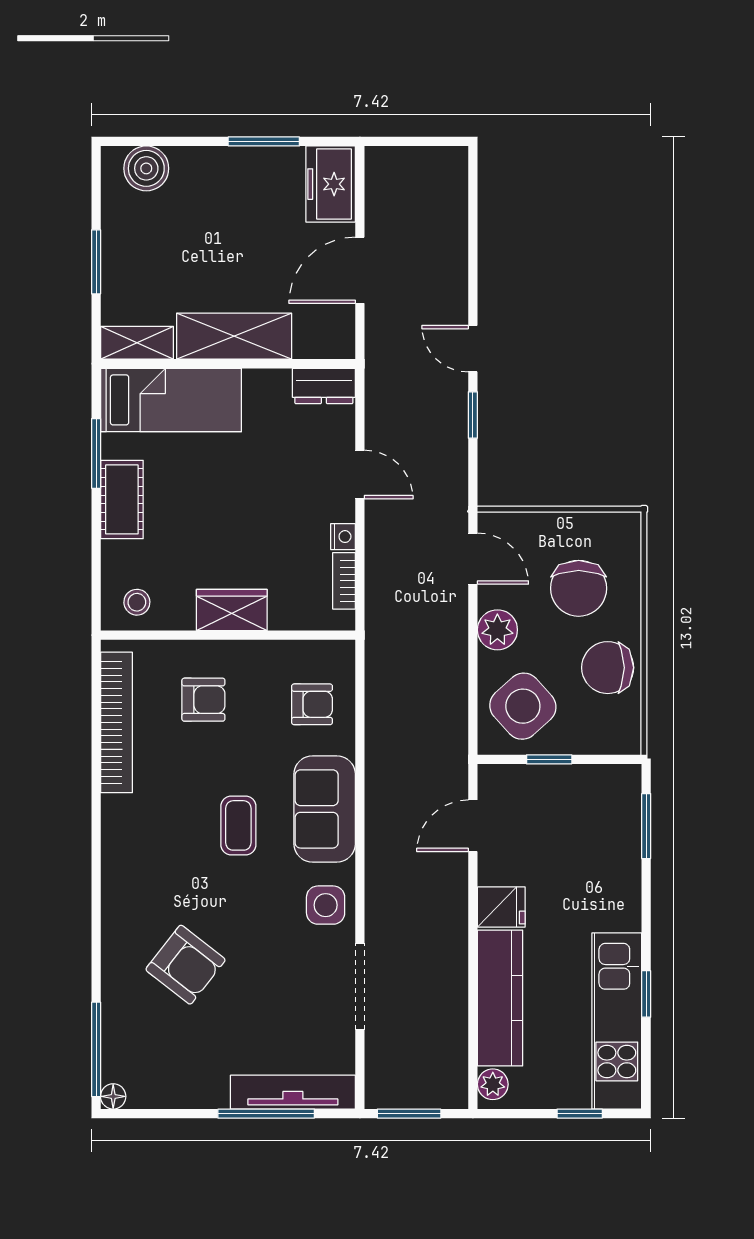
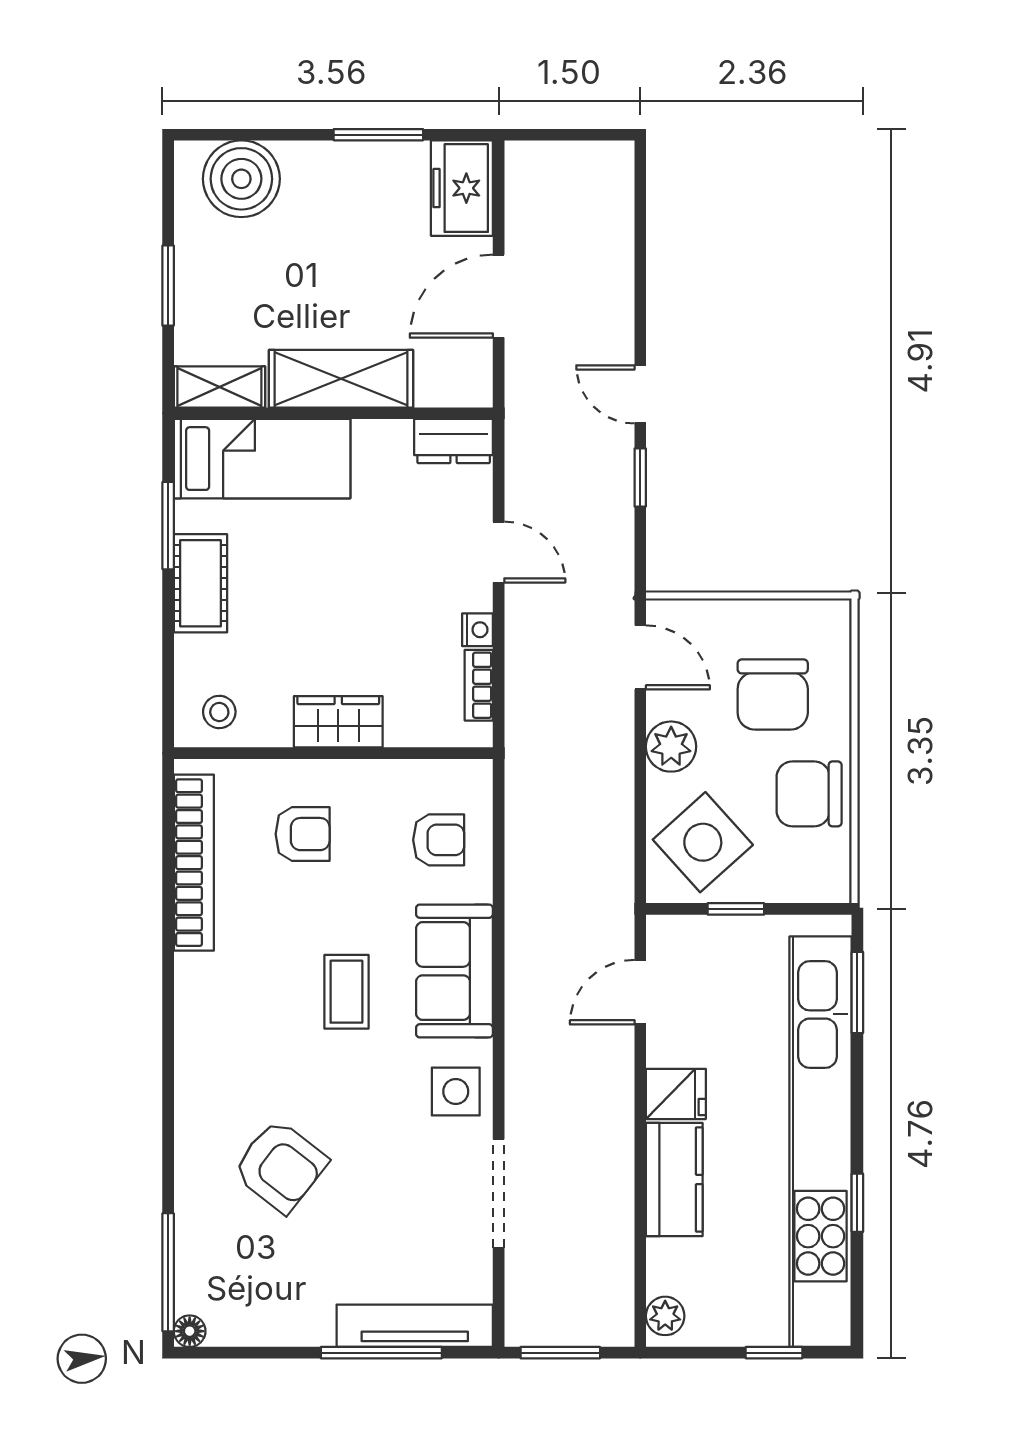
boiler: (146, 168) -> (241, 179), width x1.37, depth x1.37
kitchen counter: (500, 998) -> (674, 1180), width x0.67
kitchen unit: (617, 1021) -> (821, 1142), width x1.86

